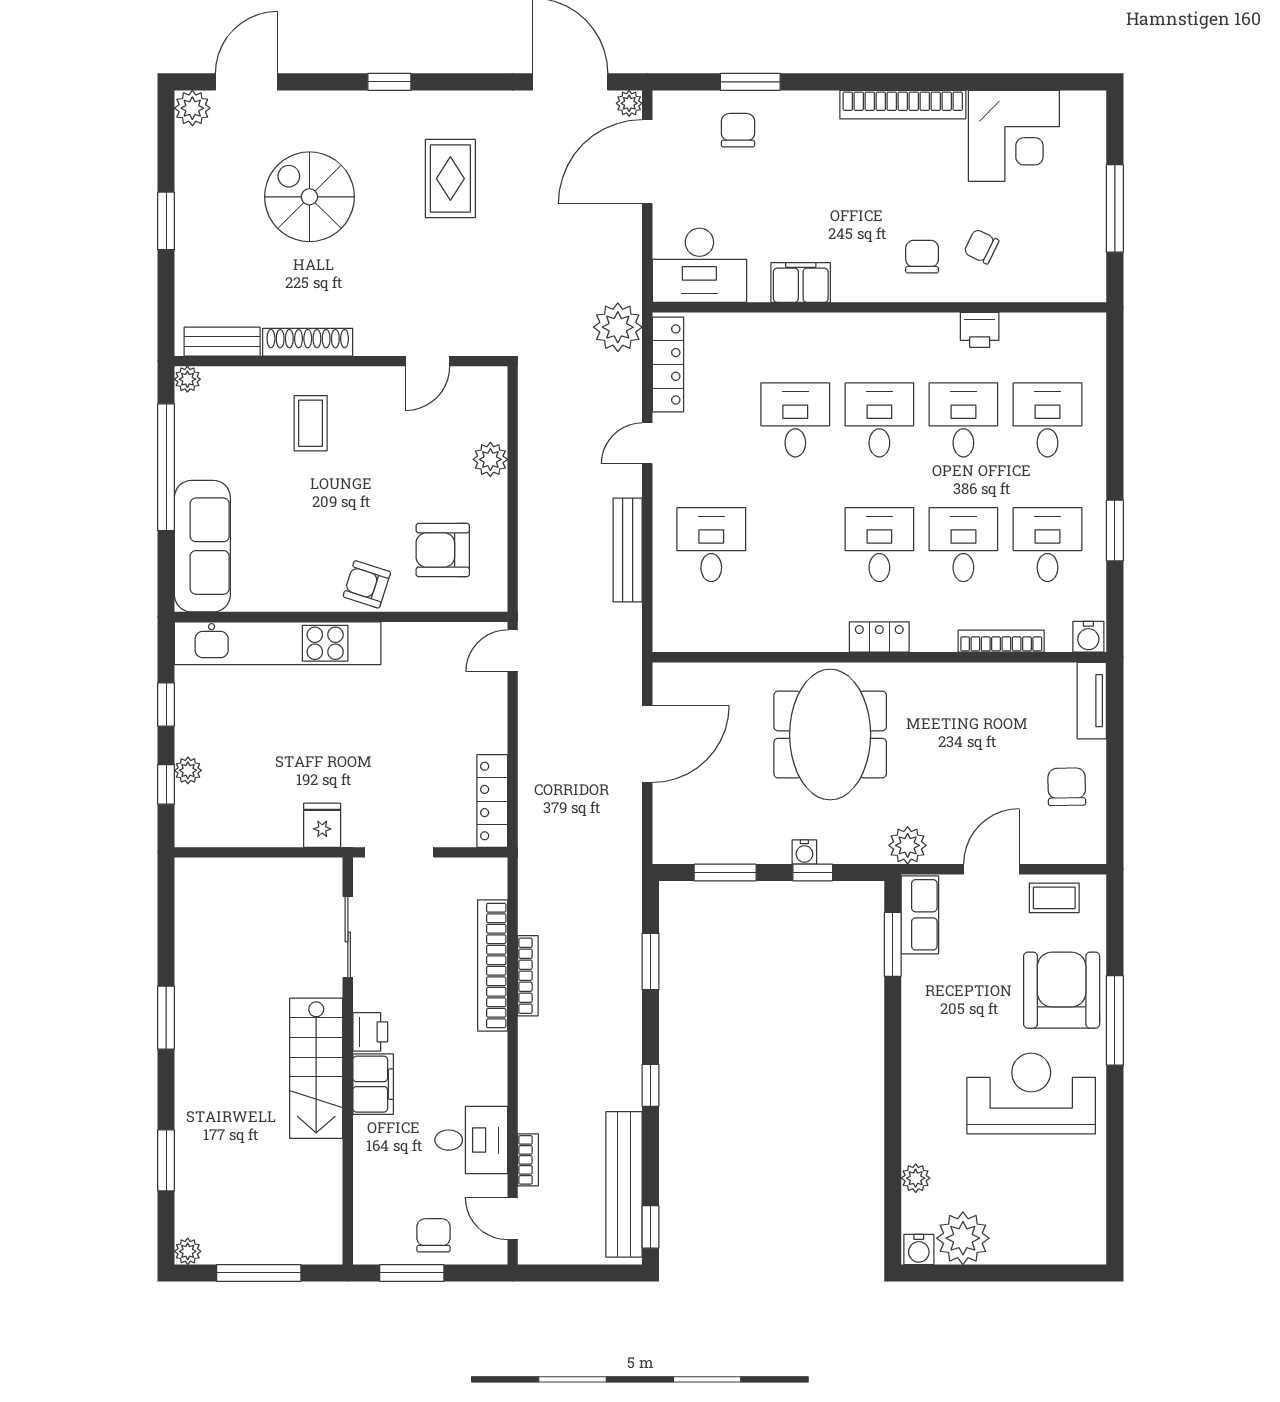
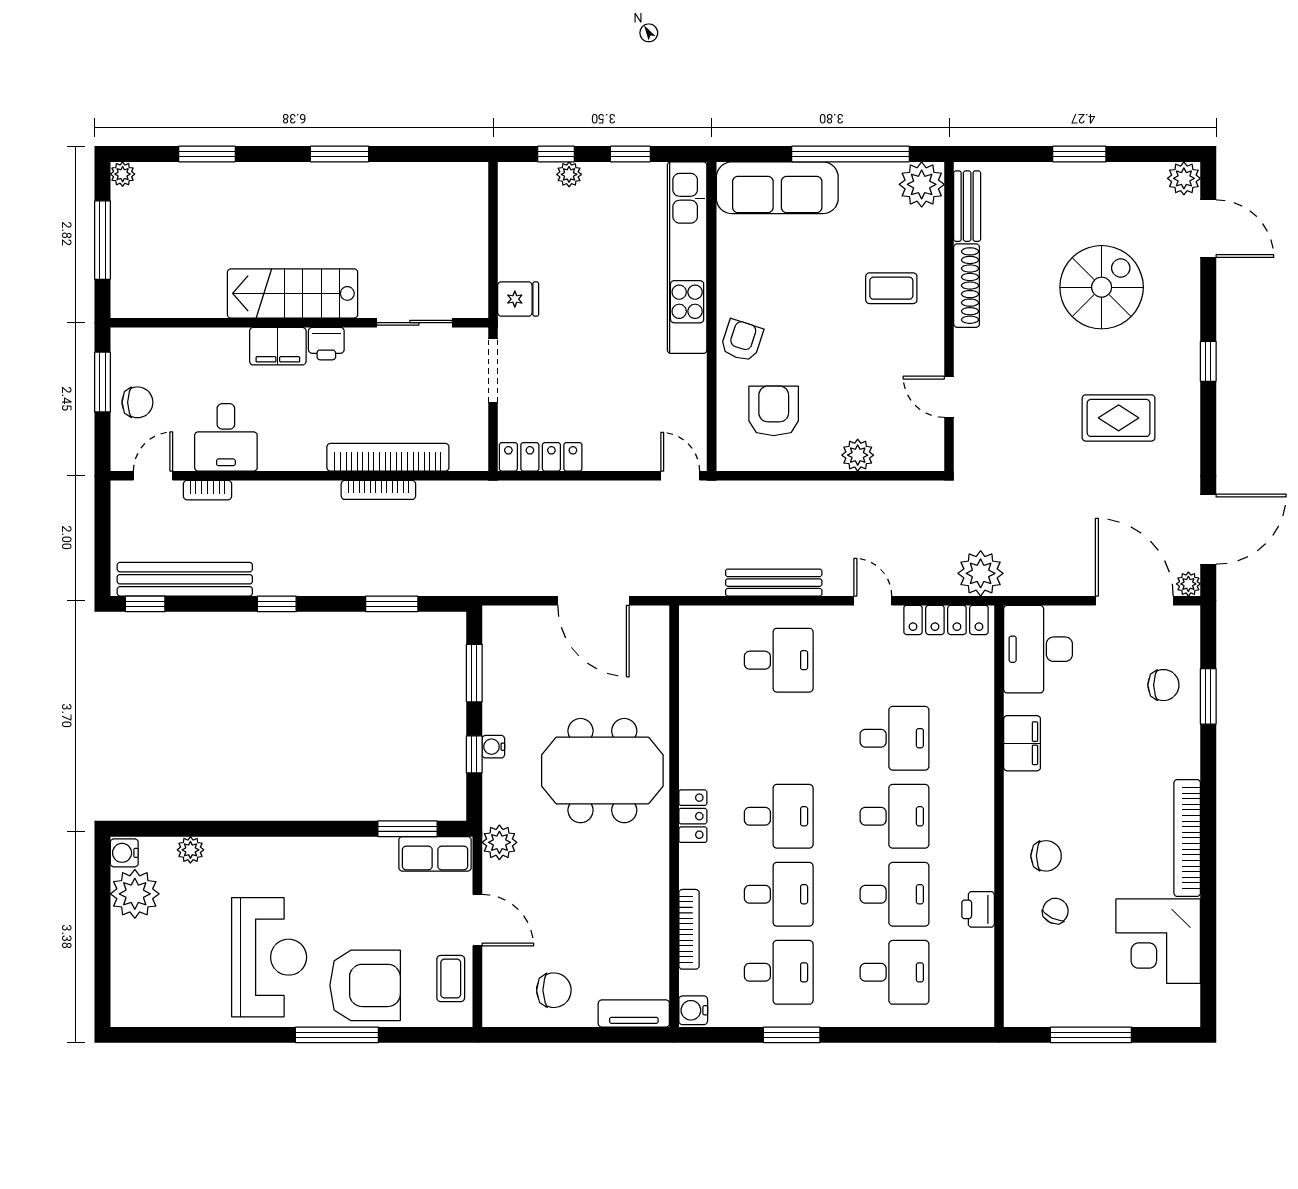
plant: (187, 379) -> (922, 184), width x1.87, depth x1.87

